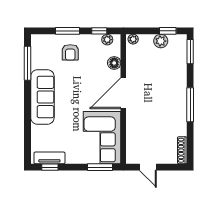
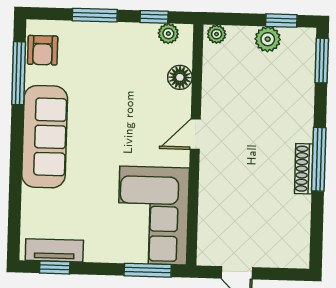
armchair: (70, 52) -> (43, 50), moved
door: (123, 93) -> (195, 134), width x0.53
shoe rack: (182, 150) -> (304, 169), moved

